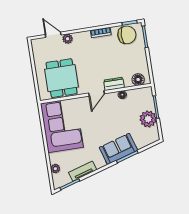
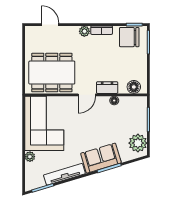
chair: (127, 35) -> (129, 37), turned 180
plant: (68, 39) -> (84, 31), moved
dining table: (62, 78) -> (52, 73), width x1.38
plant: (148, 119) -> (138, 143), moved
plant: (55, 169) -> (30, 157), moved
tv unit: (83, 171) -> (64, 174), width x1.41

